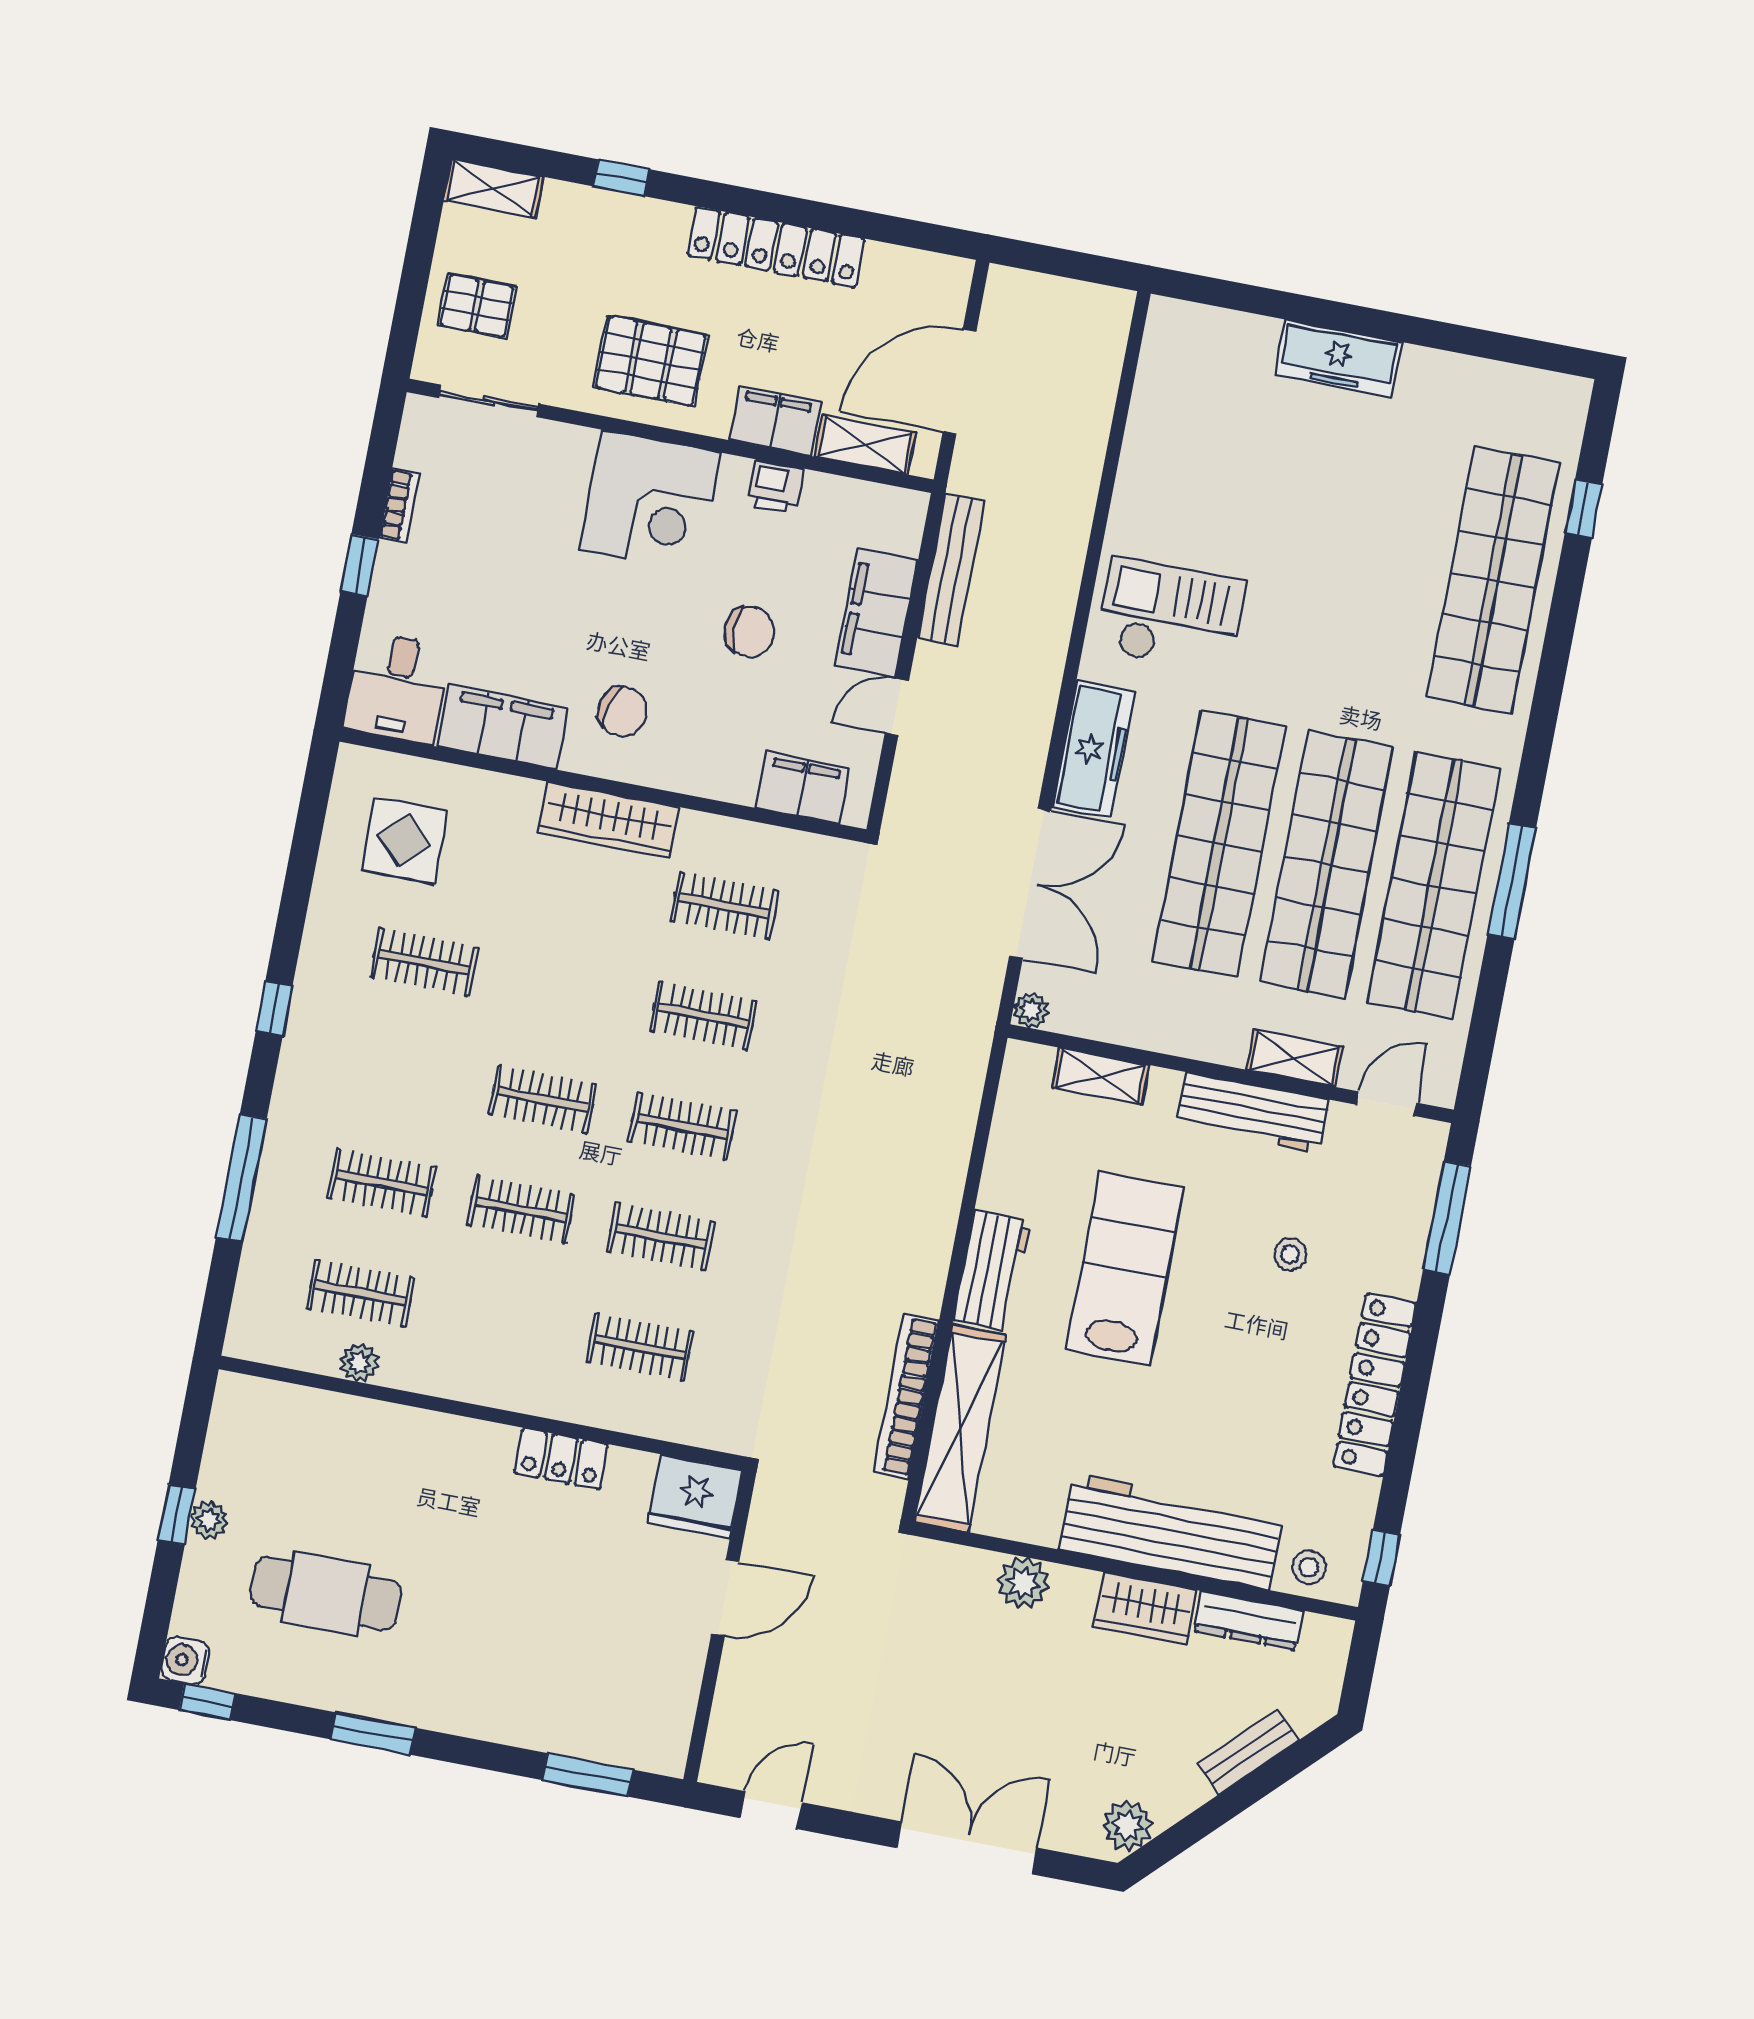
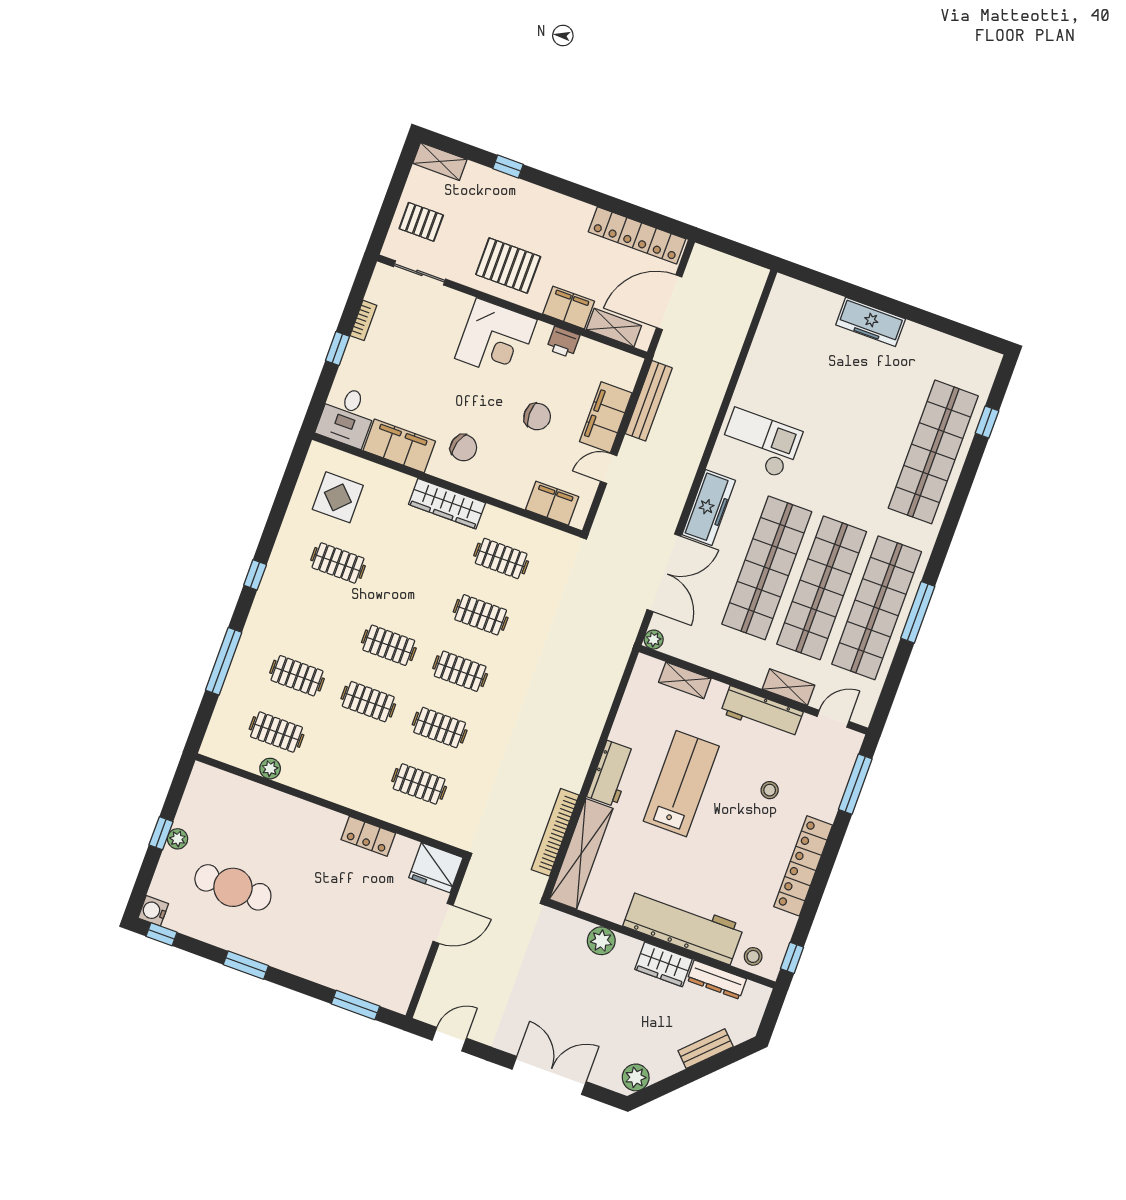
locker: (776, 247) -> (637, 235), moved

